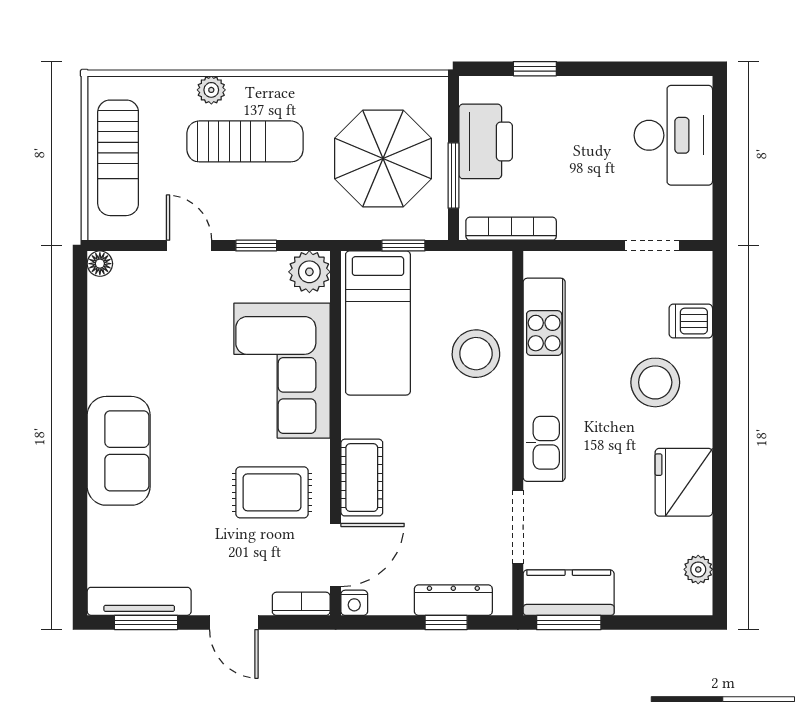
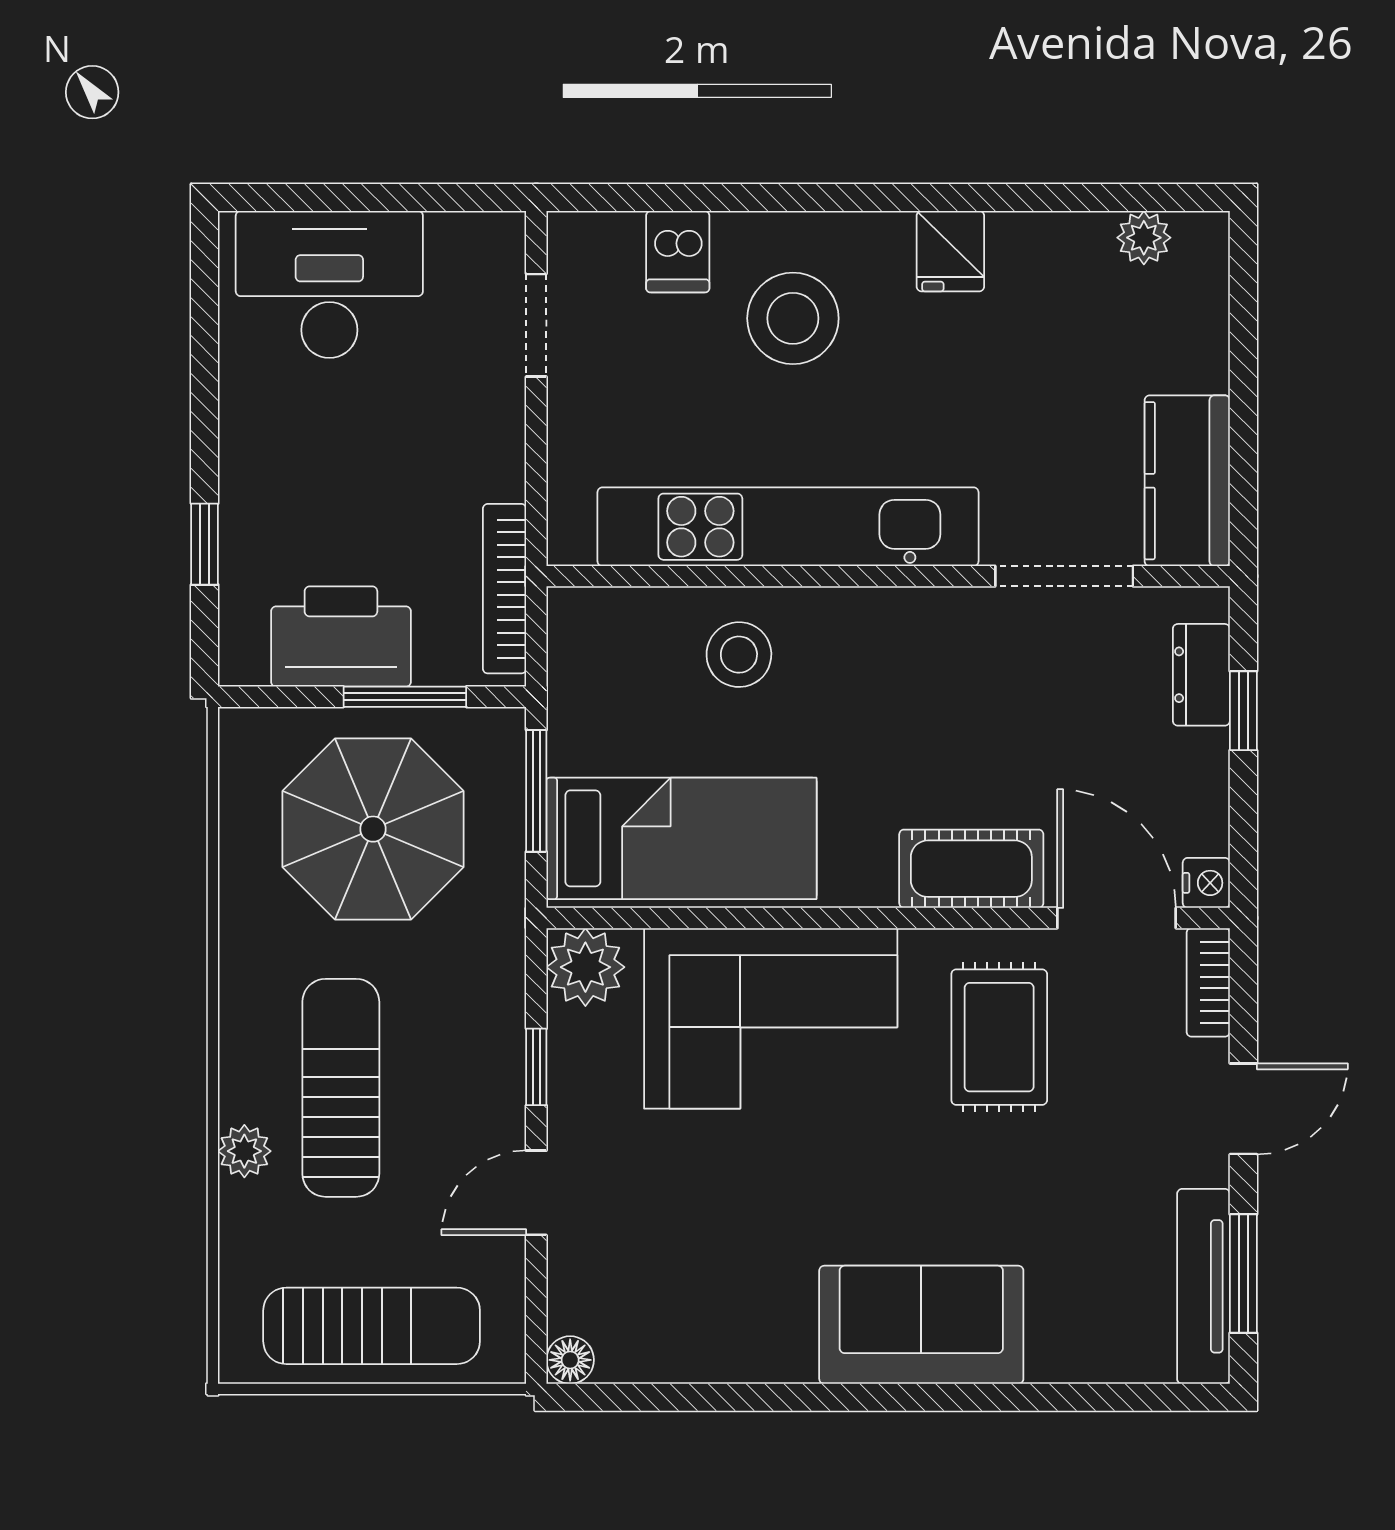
window: (403, 246) -> (536, 791), width x1.50
stool: (476, 354) -> (739, 655), width x0.73, depth x0.73
fridge: (684, 482) -> (950, 251), width x0.53, depth x0.75
dresser: (453, 600) -> (1201, 675), width x0.70
window: (569, 623) -> (1243, 481), removed

